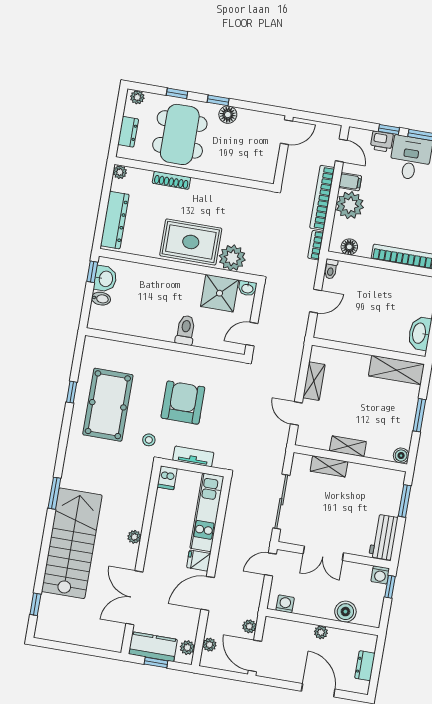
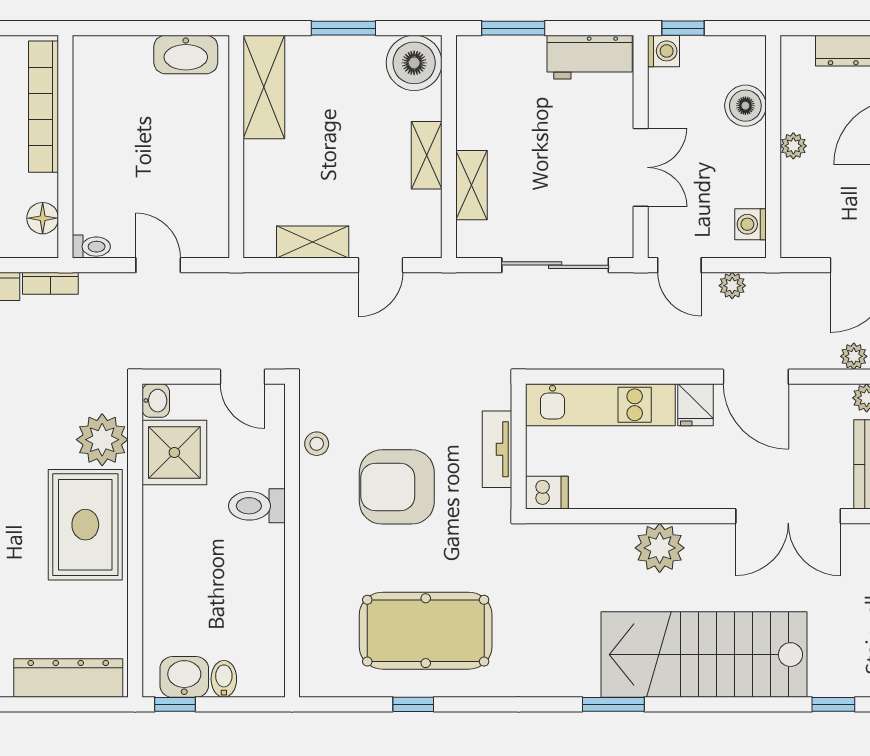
stool: (149, 440) -> (317, 444), moved
boiler: (401, 456) -> (414, 63), width x1.86, depth x1.86
plant: (134, 537) -> (660, 548), width x1.88, depth x1.88
plant: (249, 626) -> (732, 286), moved

